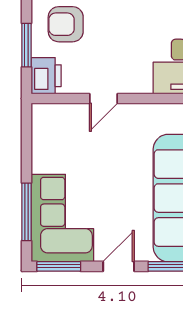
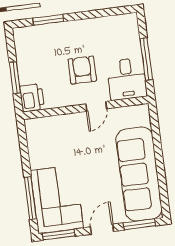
armchair: (66, 24) -> (82, 70), moved, turned 90
door: (104, 99) -> (96, 106), moved

